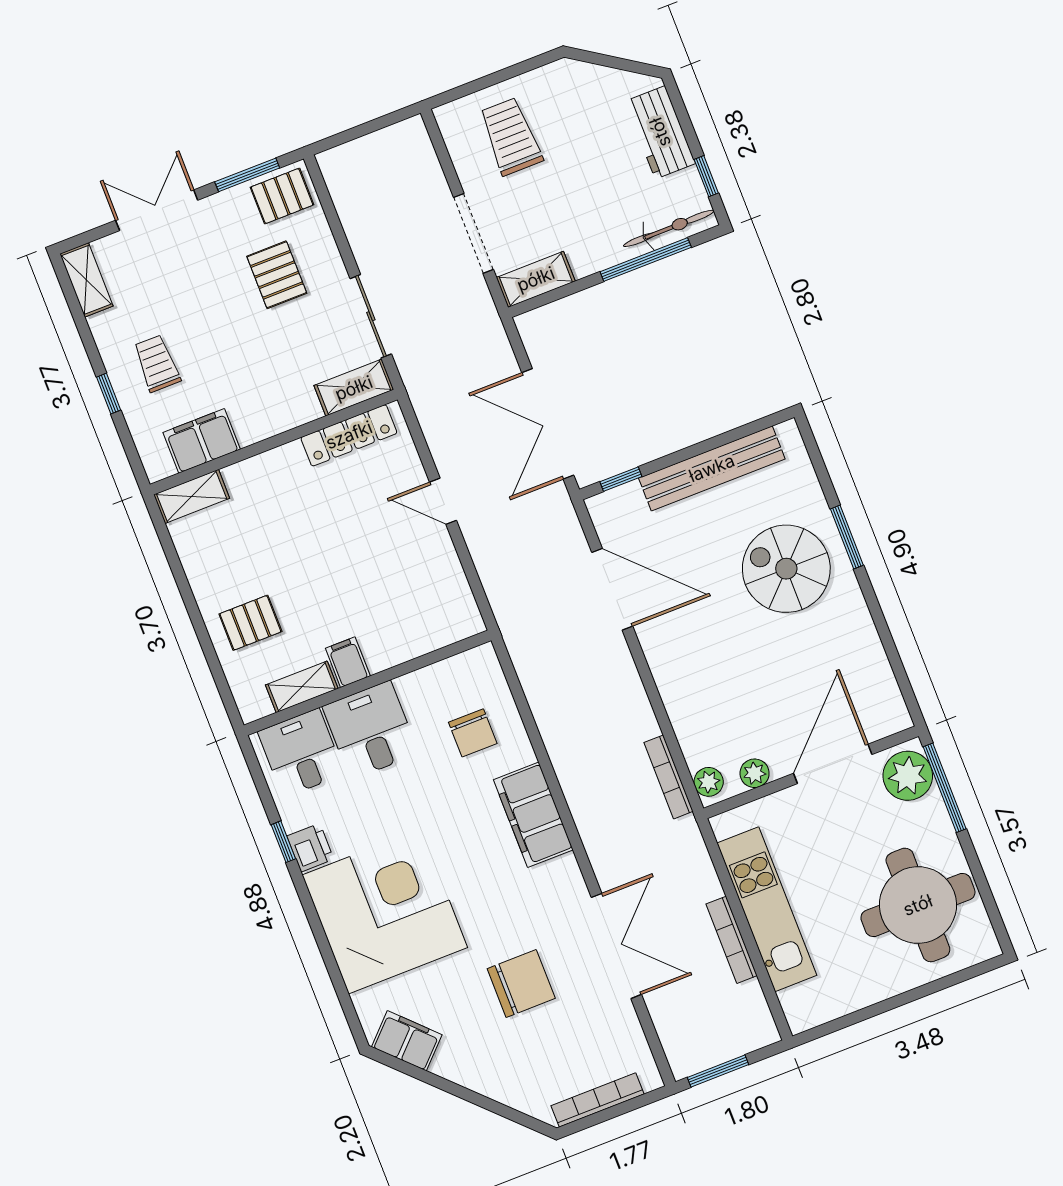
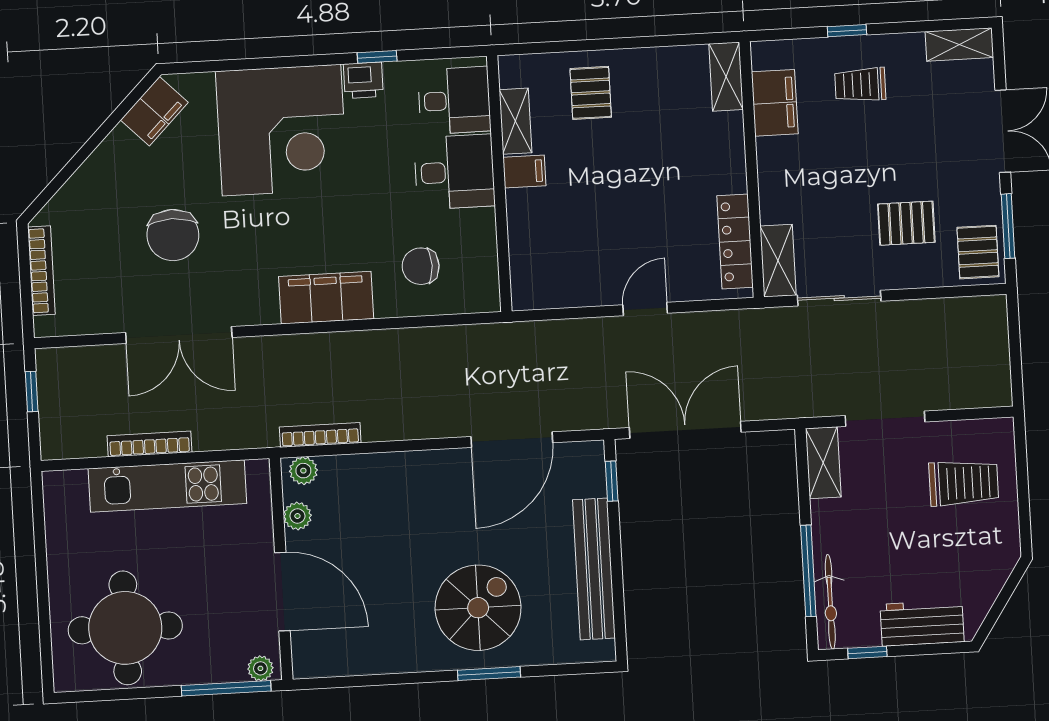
trolley: (157, 363) -> (860, 85), turned 180
plant: (908, 776) -> (260, 668), width x0.53, depth x0.53
window: (718, 1071) -> (32, 392), width x0.67

